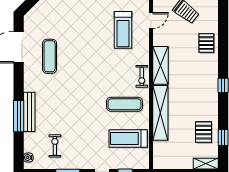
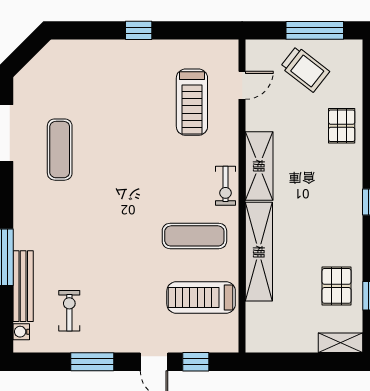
bench: (29, 112) -> (23, 286), moved

